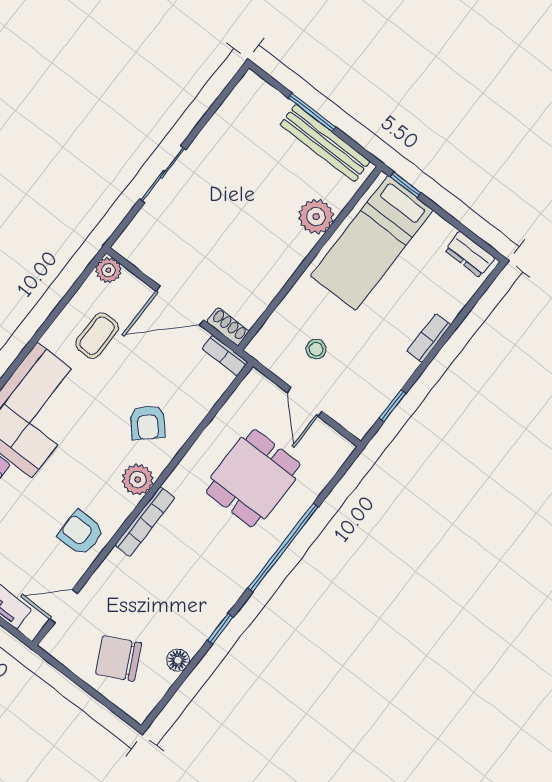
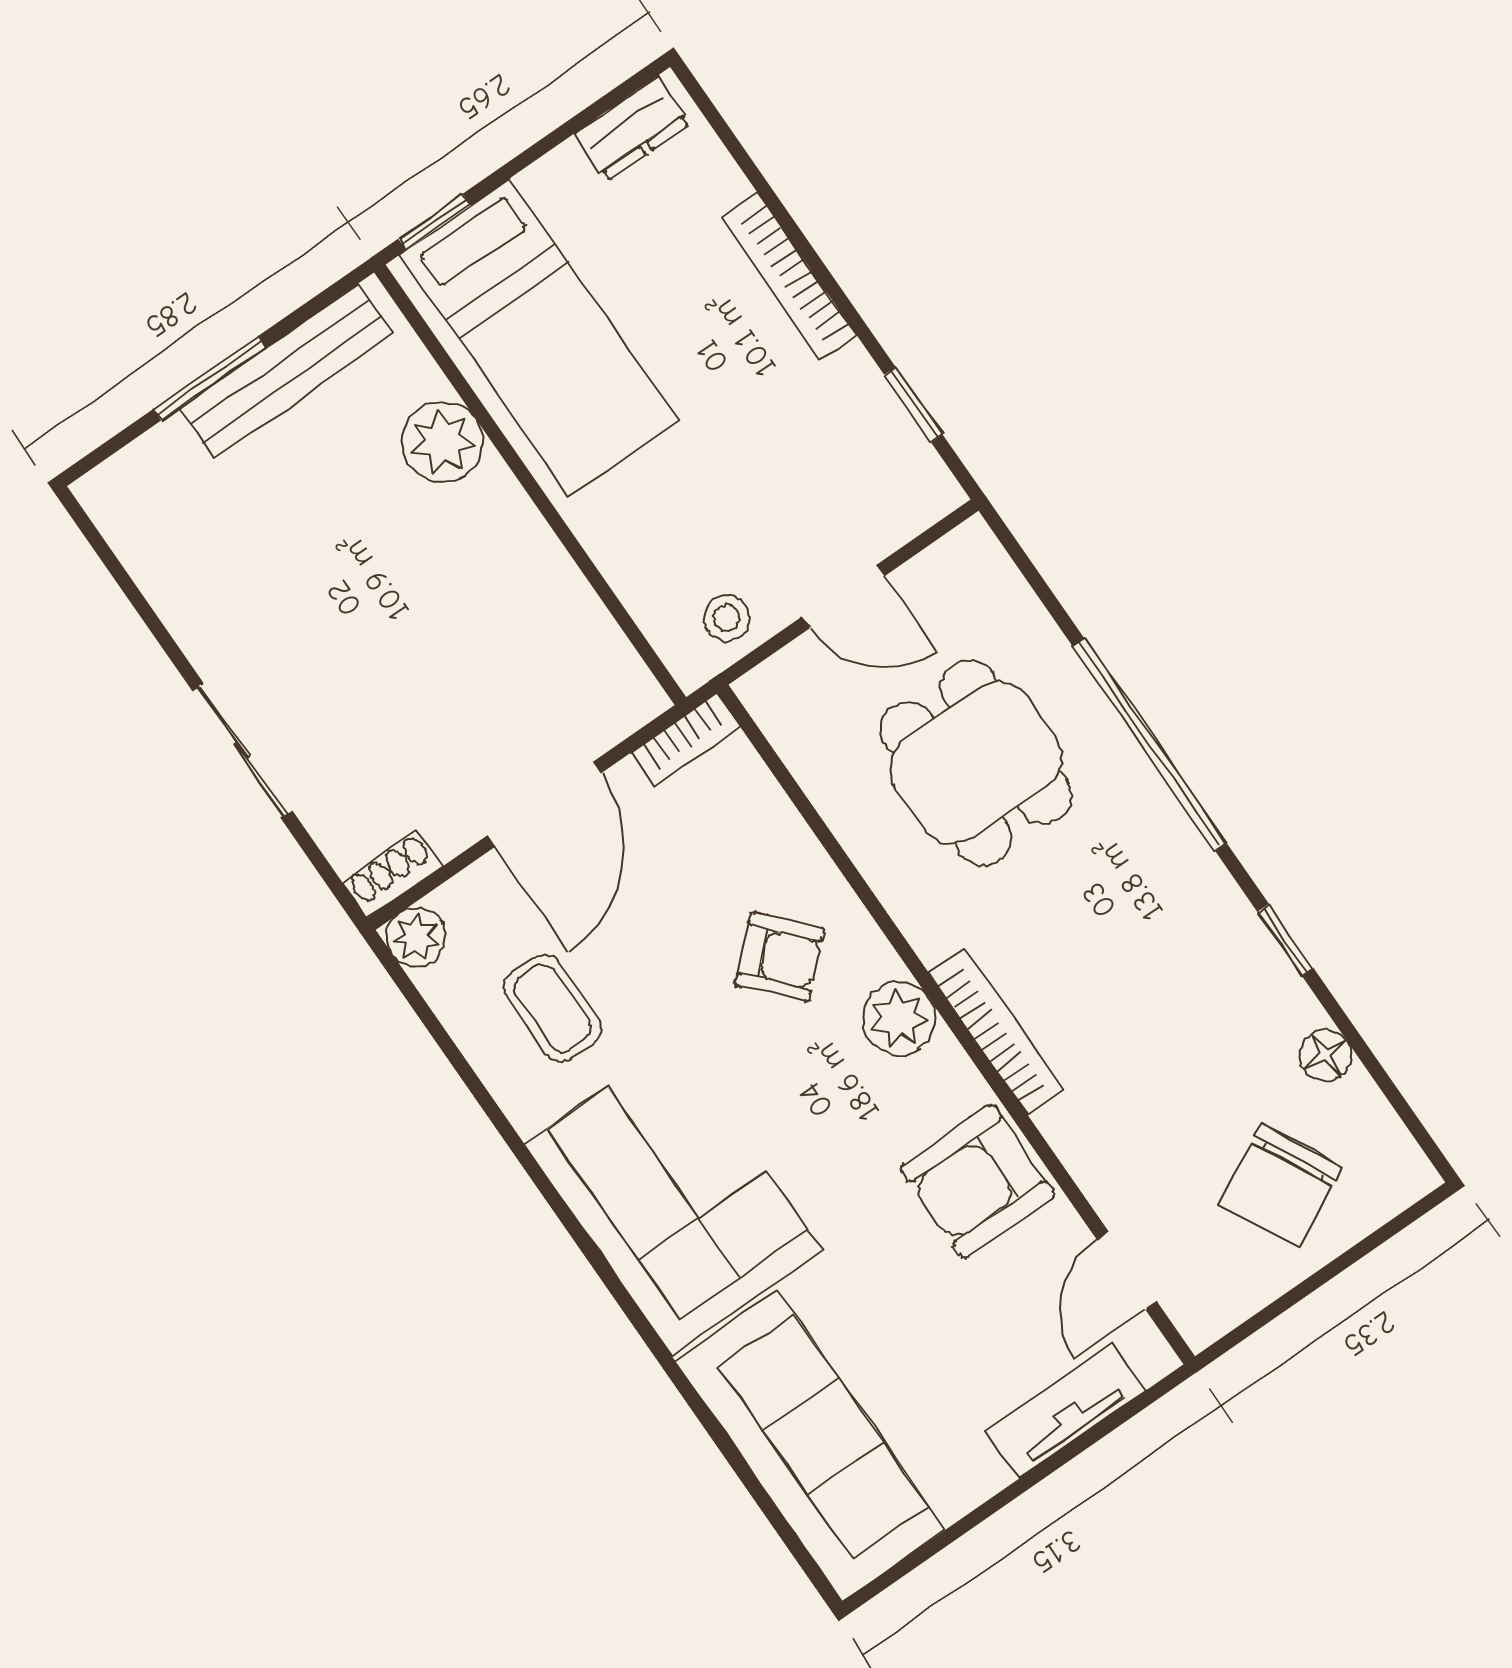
shoe rack: (228, 327) -> (392, 874), moved
bookcase: (429, 338) -> (789, 277), width x1.56
stool: (316, 349) -> (727, 618), moved
armchair: (81, 533) -> (977, 1181), width x1.38, depth x1.38

